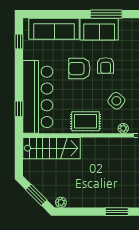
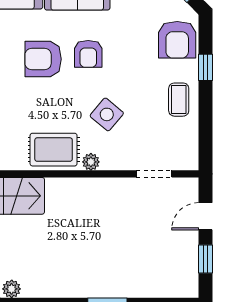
plant: (123, 128) -> (91, 162), moved

